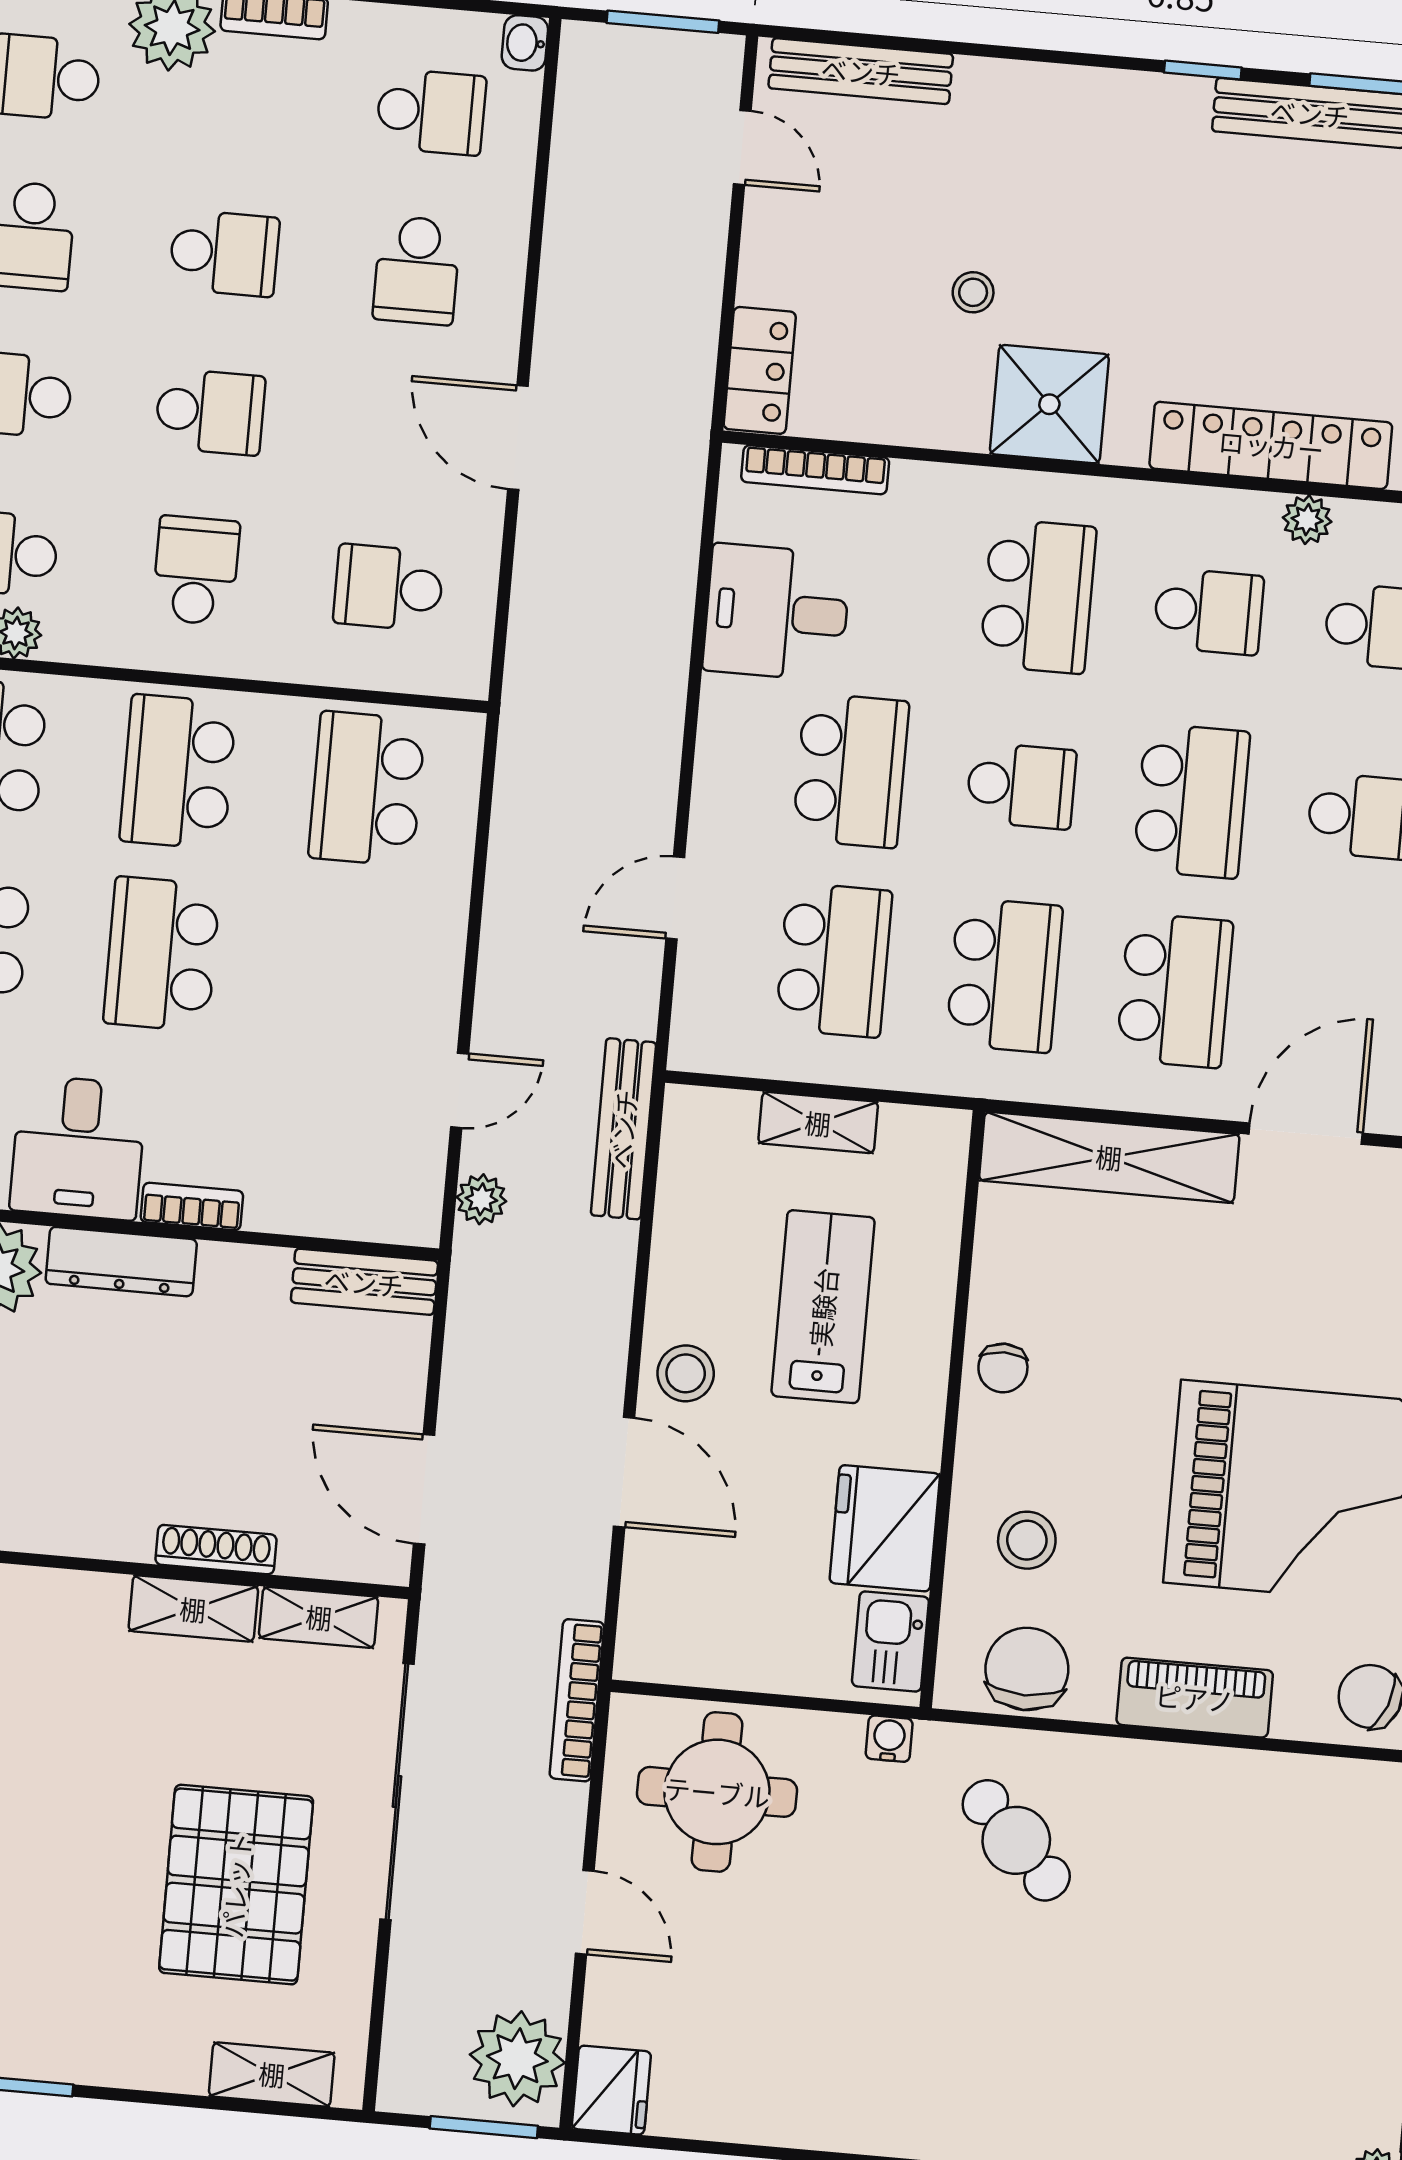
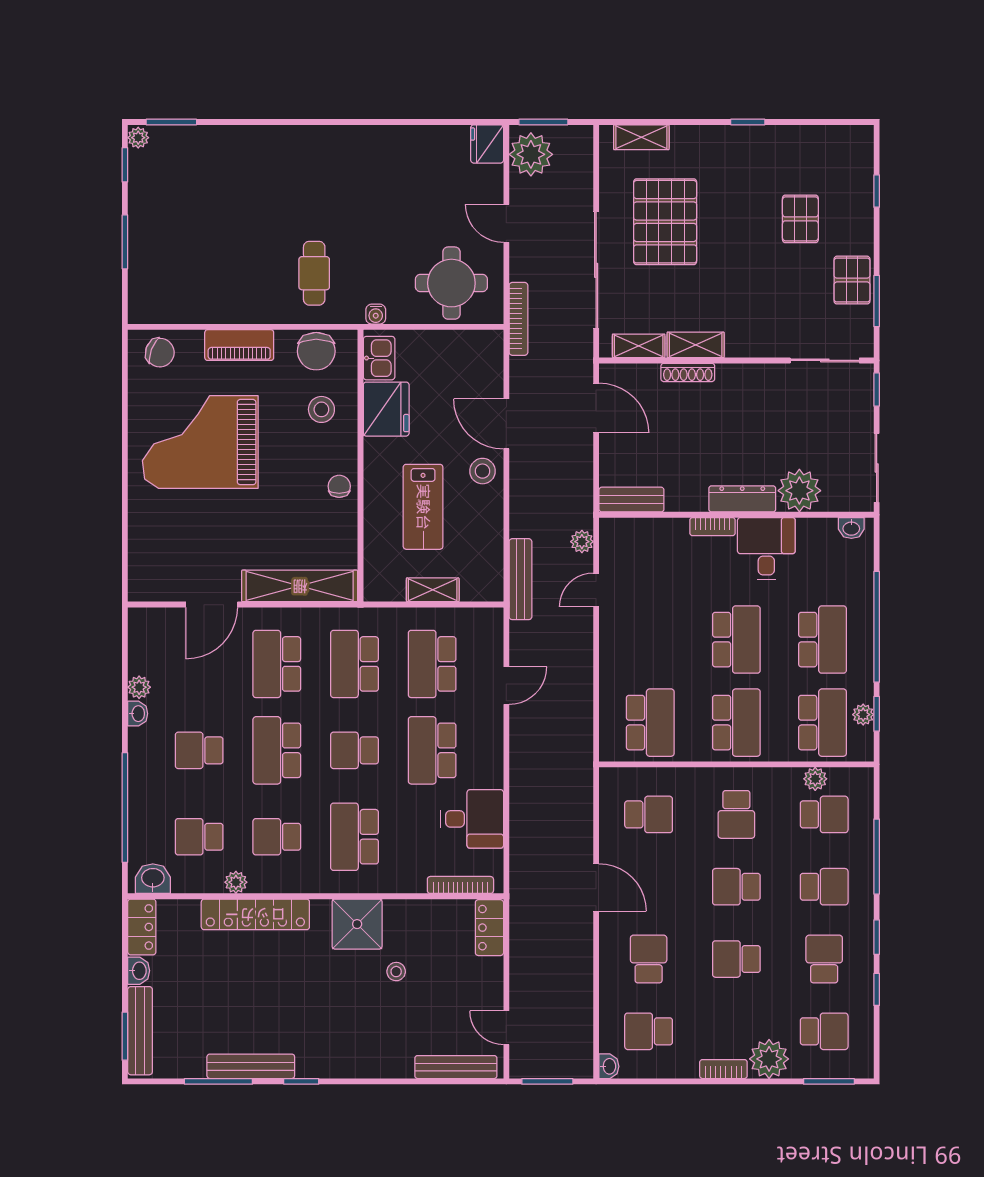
cafe table: (1016, 1840) -> (314, 273), turned 44

